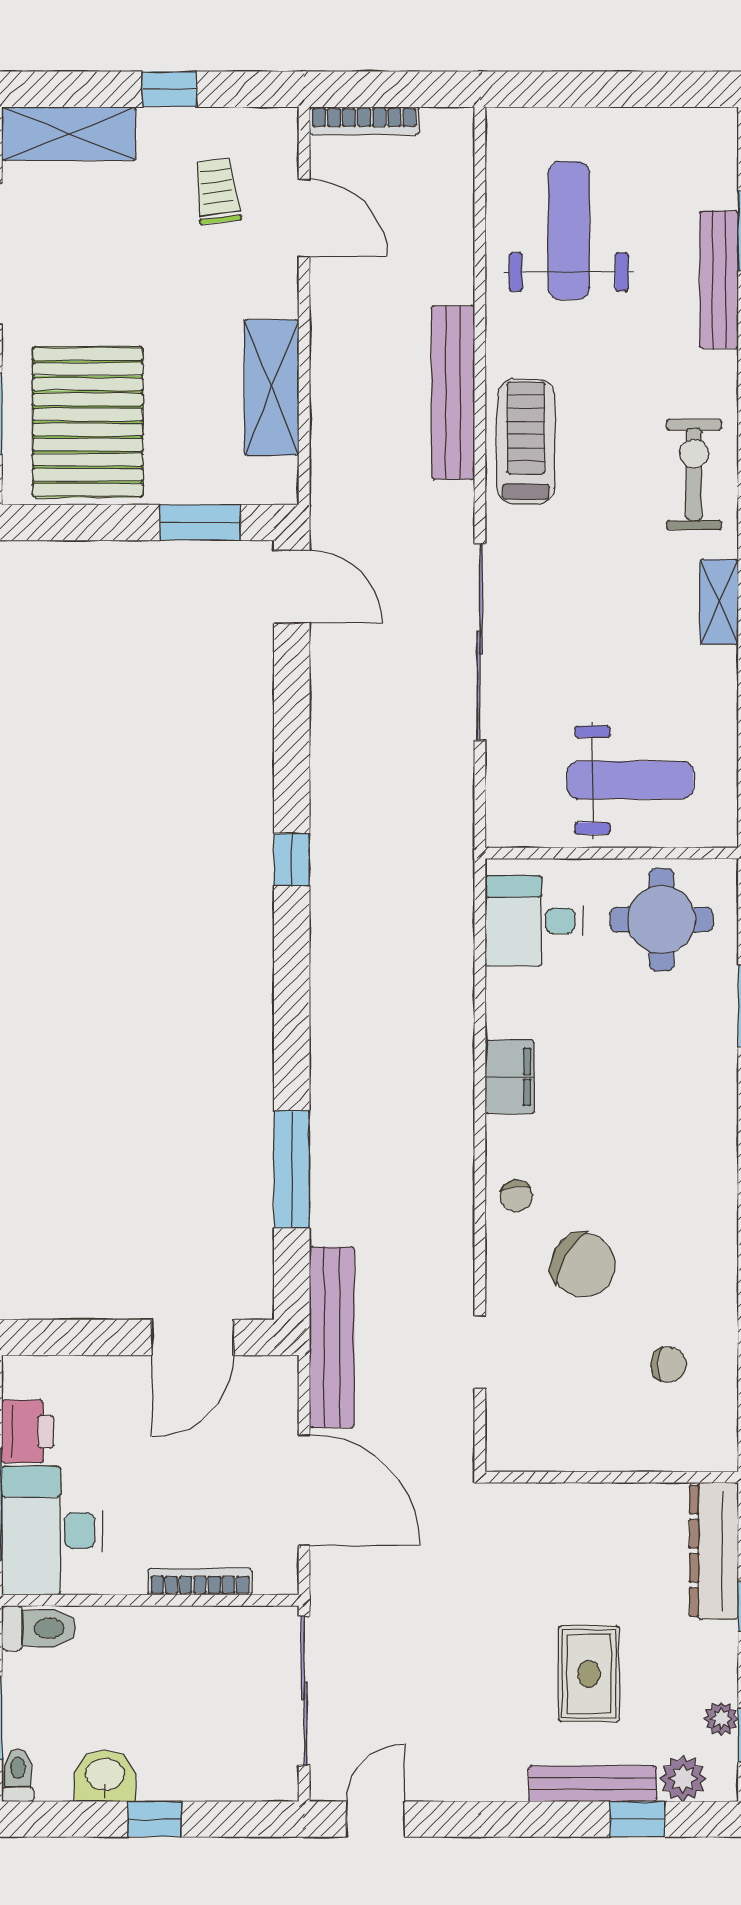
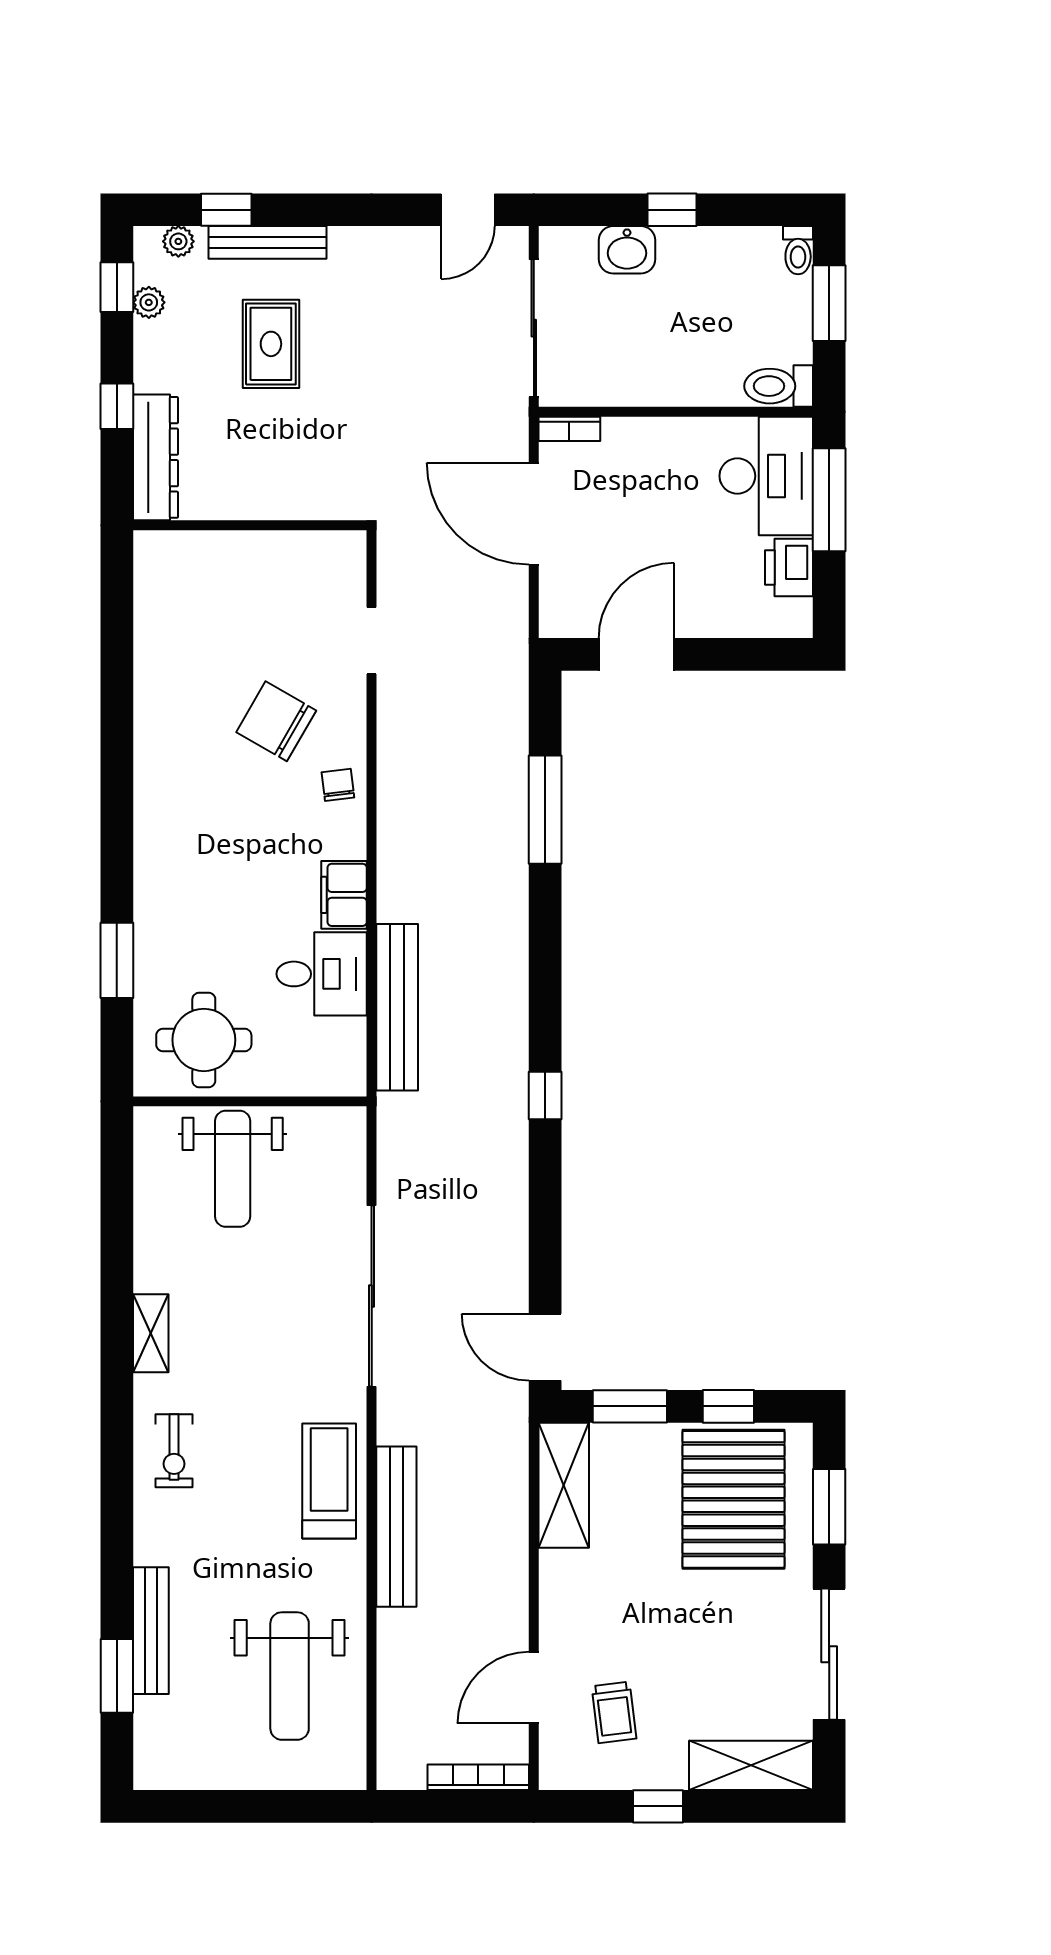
door: (304, 218) -> (534, 1688), hinge flipped
shelving: (272, 387) -> (564, 1485), moved
treadmill: (526, 442) -> (329, 1481), turned 180
exercise bike: (694, 475) -> (174, 1451), width x0.73, depth x0.72
window: (93, 523) -> (728, 1406), added
weight bench: (630, 780) -> (233, 1169), turned -90
desk: (534, 921) -> (322, 974), moved
bench: (332, 1337) -> (397, 1007), moved
chair: (669, 1364) -> (197, 629), removed
bookcase: (200, 1582) -> (569, 429), moved, width x0.64
washbasin: (105, 1776) -> (627, 250), moved
plant: (683, 1779) -> (178, 241), width x0.73, depth x0.73

